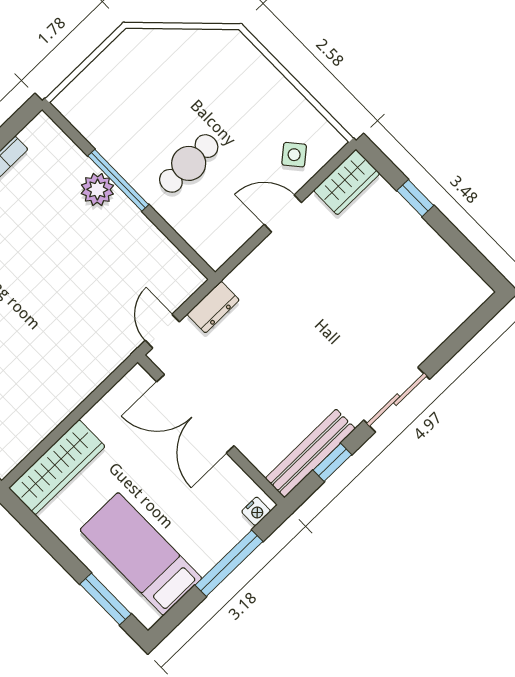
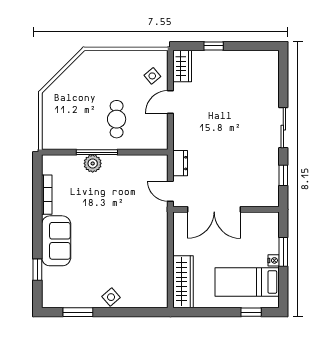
bench: (310, 453) -> (272, 180), removed
nightstand: (256, 511) -> (274, 260), moved
window: (229, 563) -> (283, 252), width x0.69
window: (106, 599) -> (251, 312), width x0.67

